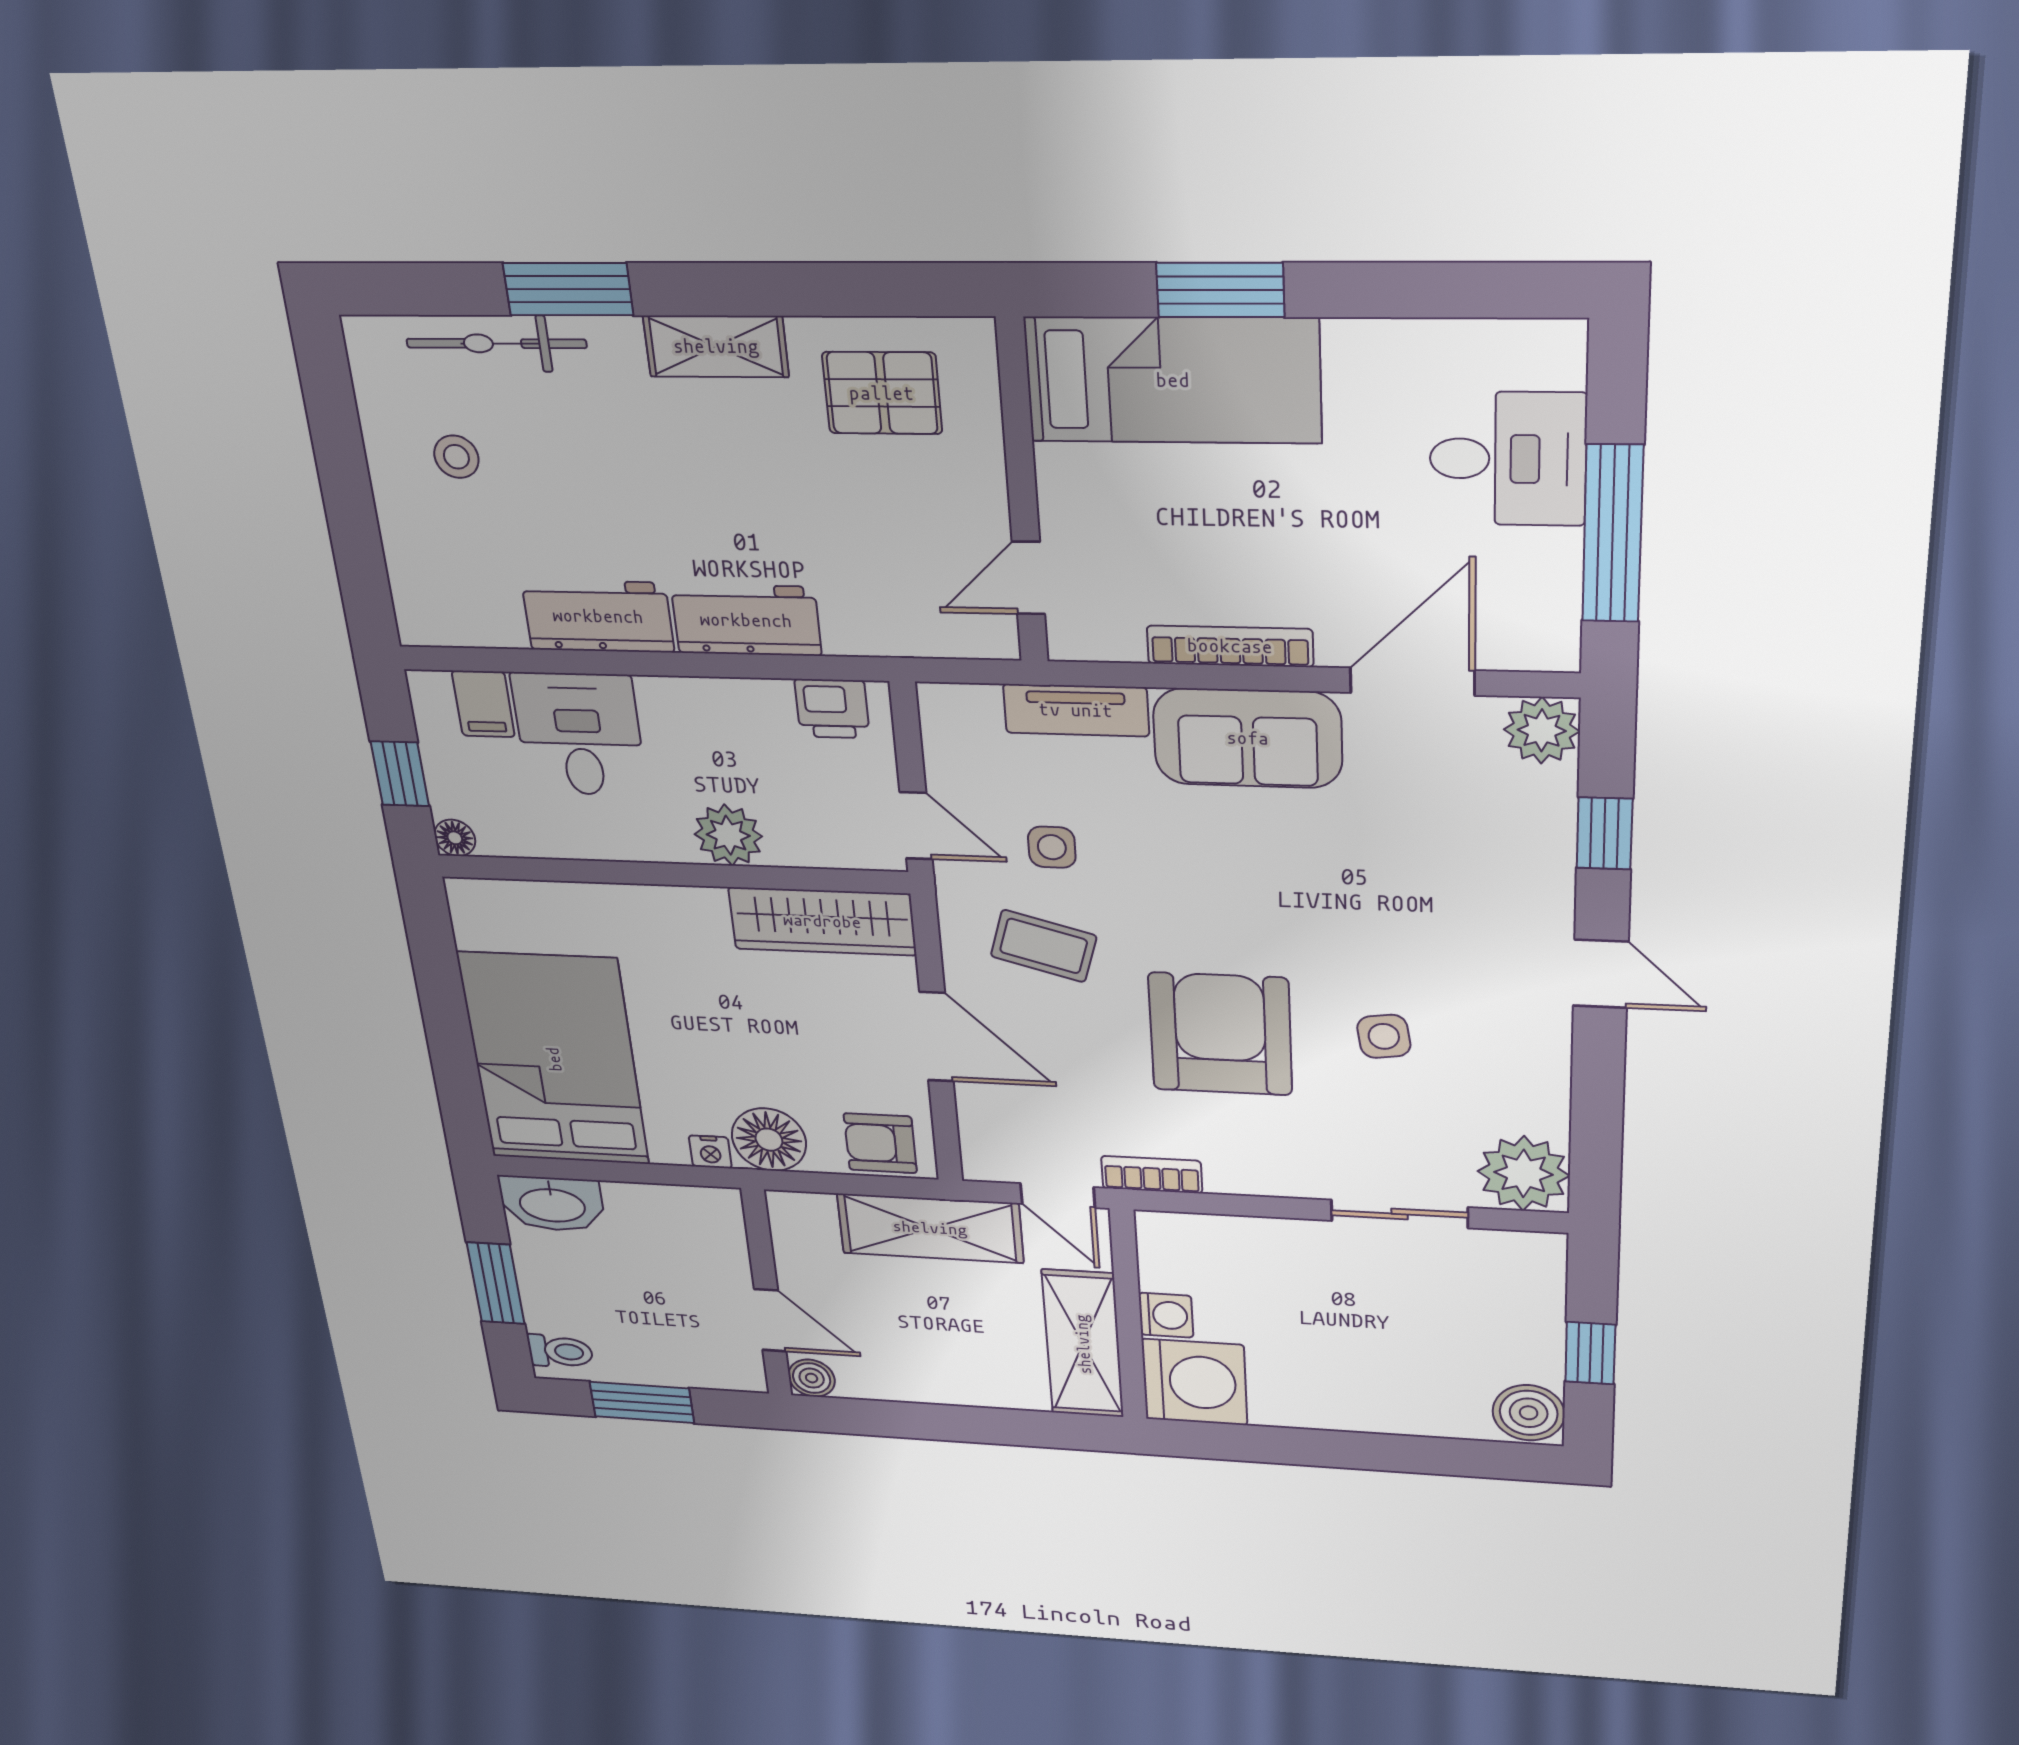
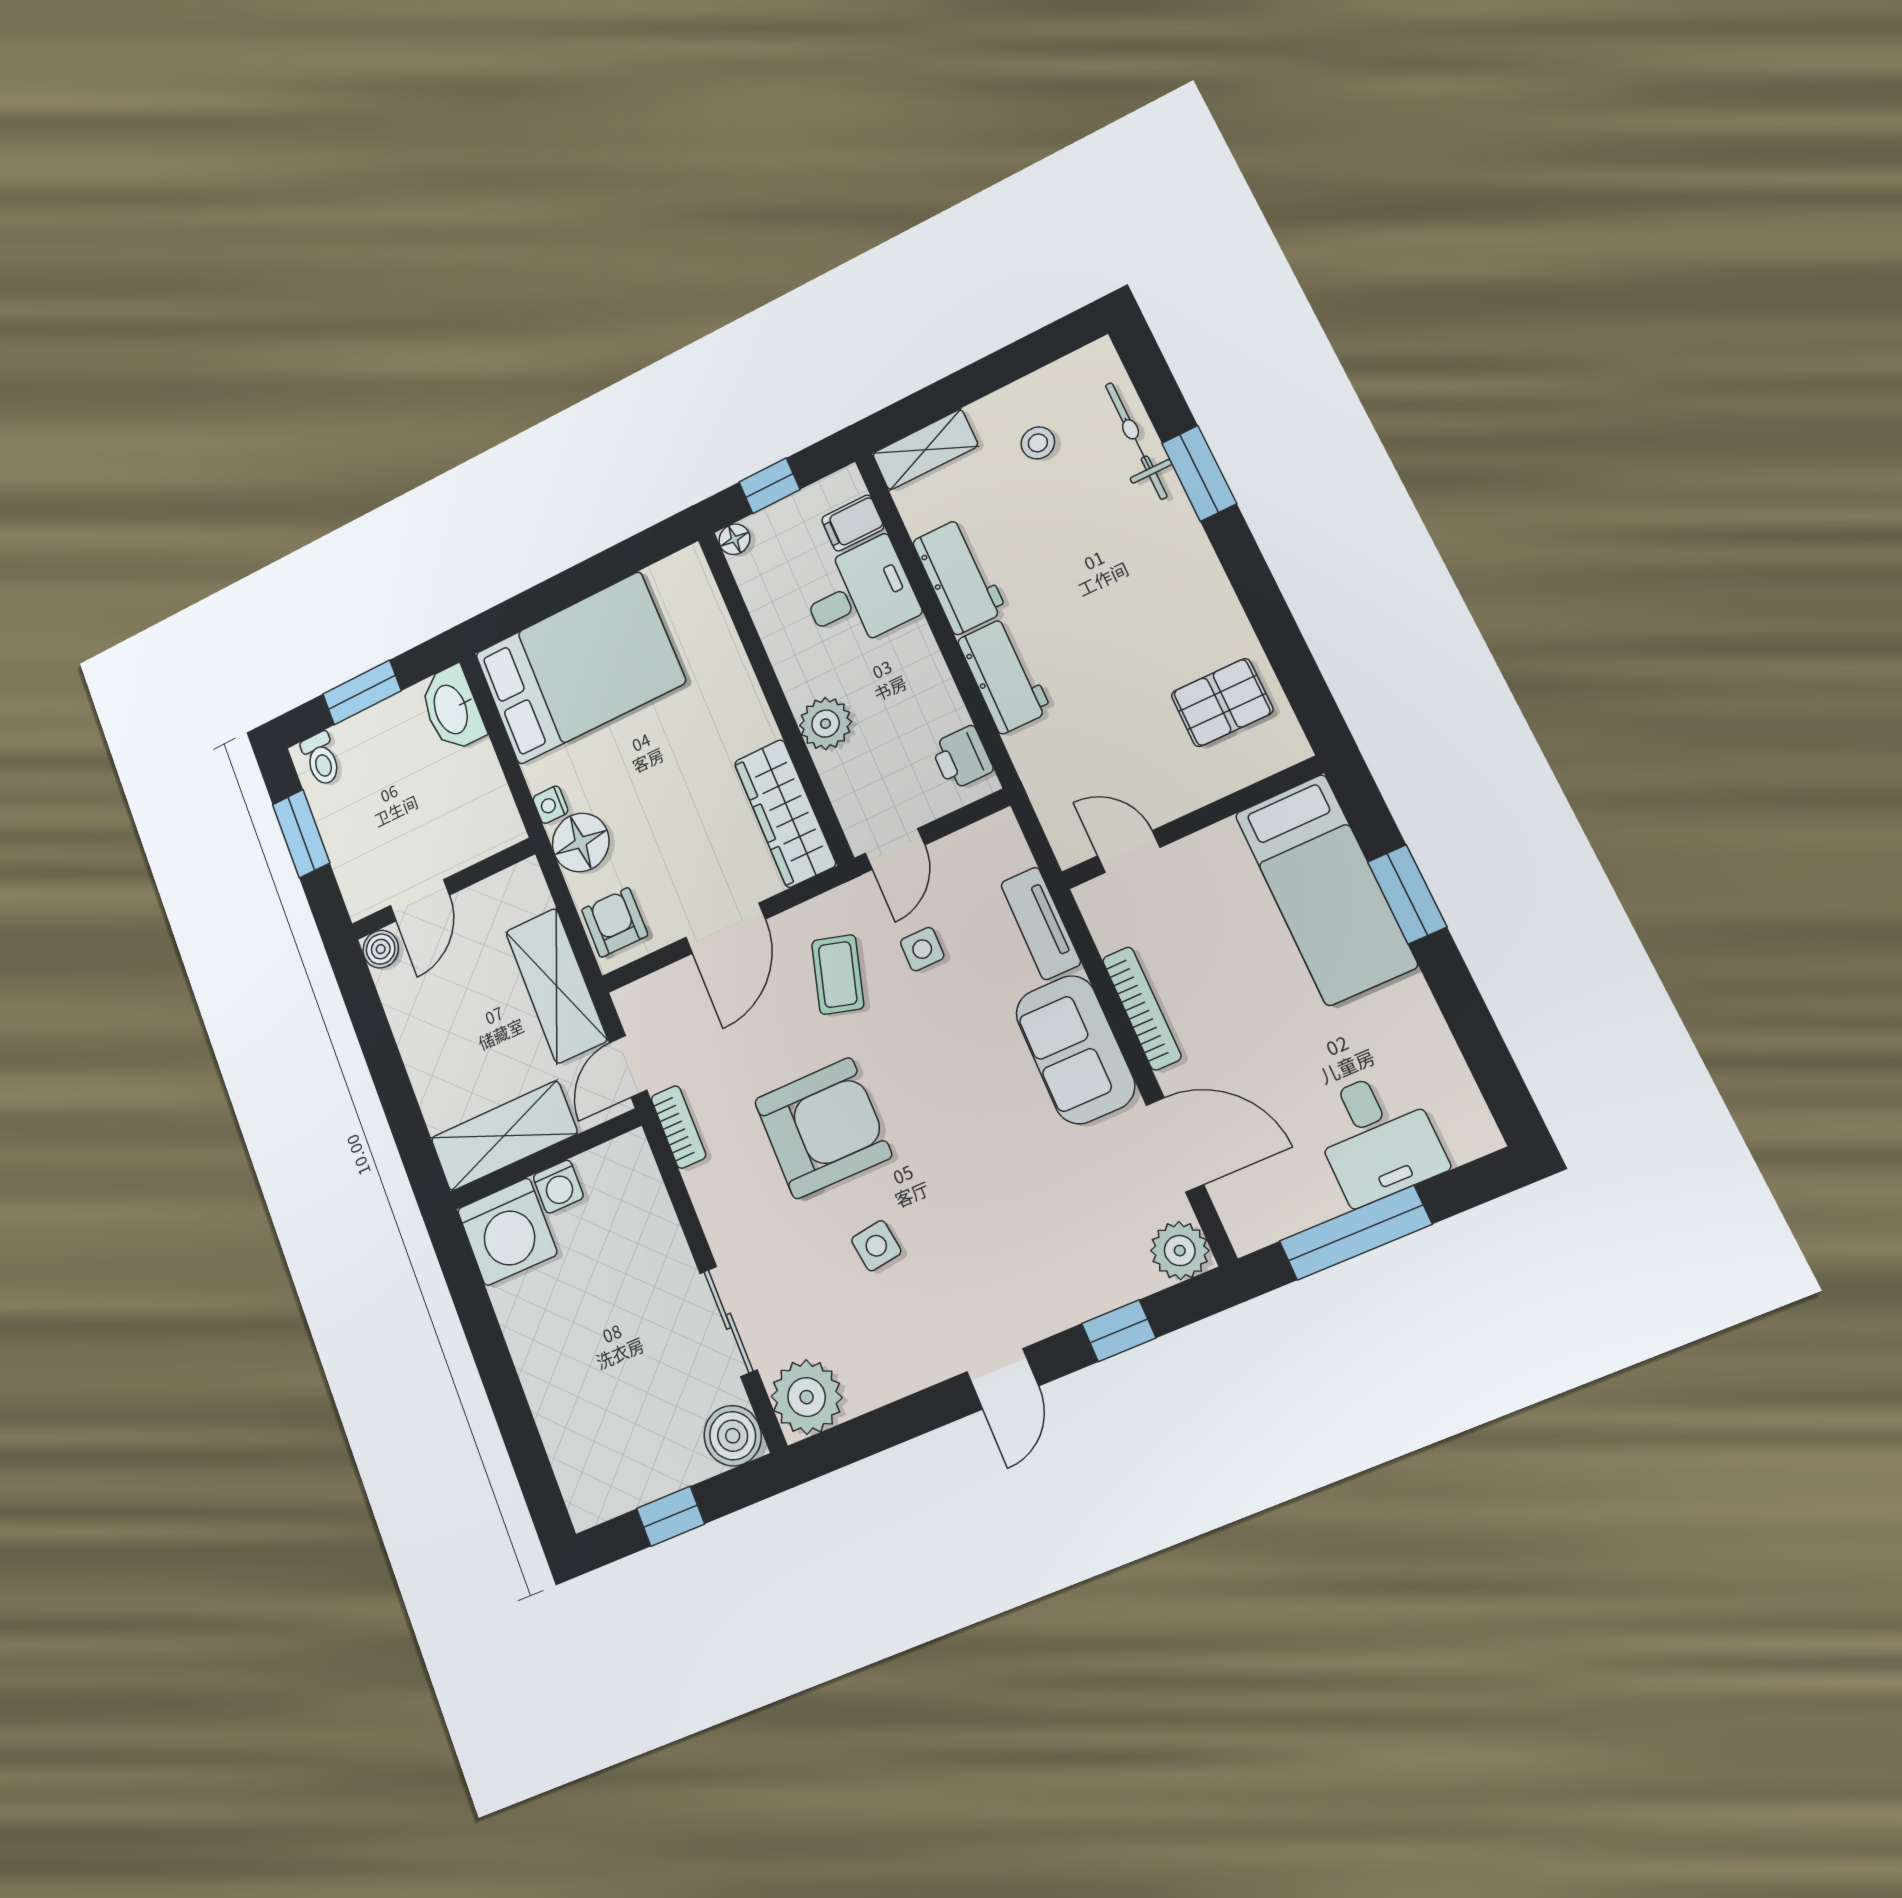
shelving: (716, 346) -> (925, 450), moved, turned 90
pallet: (882, 393) -> (1222, 703), turned 90
boiler: (1529, 1413) -> (733, 1436), moved

